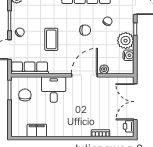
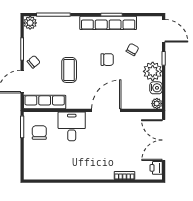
plant: (104, 69) -> (157, 104), moved
filing cabinet: (37, 130) -> (53, 172), removed

